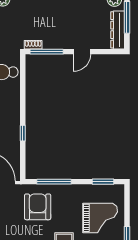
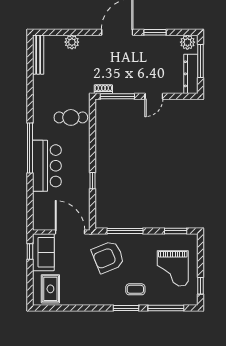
armchair: (38, 207) -> (108, 257), turned -112
grand piano: (100, 218) -> (173, 268), turned 90

